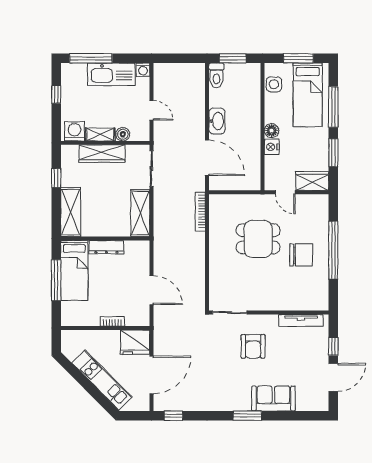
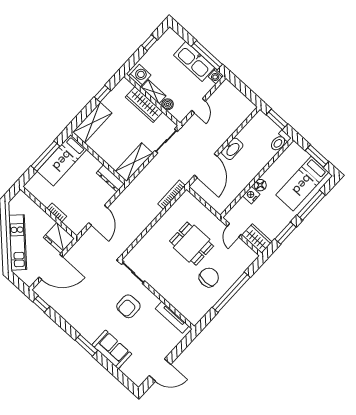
window: (91, 58) -> (207, 55), moved
toilet: (216, 75) -> (280, 141), moved
side table: (274, 84) -> (288, 158), removed
dresser: (106, 247) -> (110, 178), moved
chair: (301, 255) -> (209, 277), turned -90
window: (333, 346) -> (177, 351), removed

